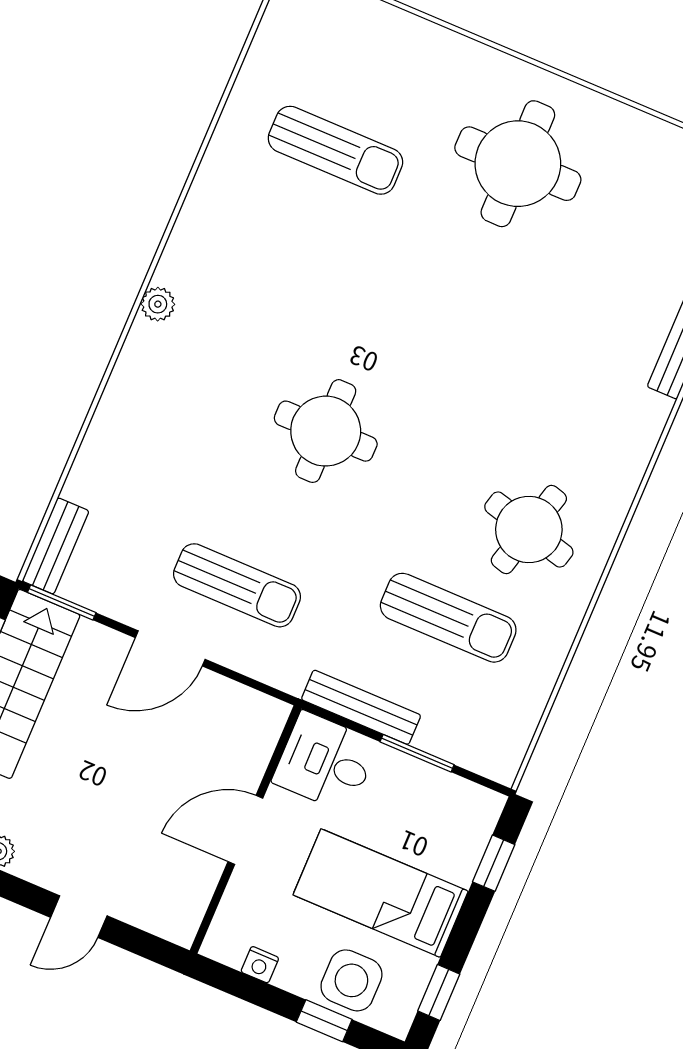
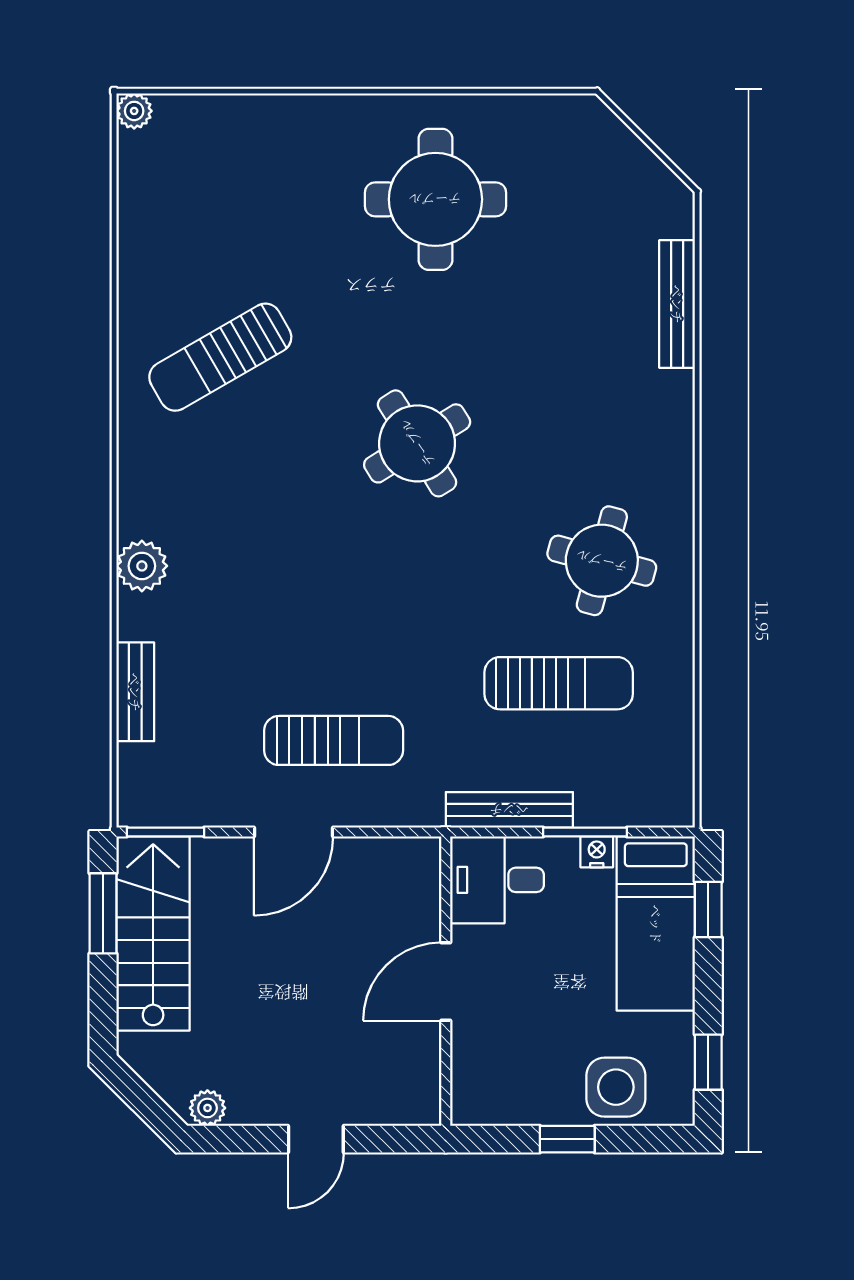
sun lounger: (335, 150) -> (220, 357), moved, turned 150
plant: (158, 304) -> (142, 566), moved, width x1.38, depth x1.38
round table: (326, 431) -> (417, 443), moved, turned -32
bench: (56, 546) -> (135, 692), moved
bed: (381, 893) -> (656, 924), moved, turned -90
nightstand: (260, 965) -> (597, 852), moved, turned 180
window: (324, 1021) -> (567, 1139), moved

